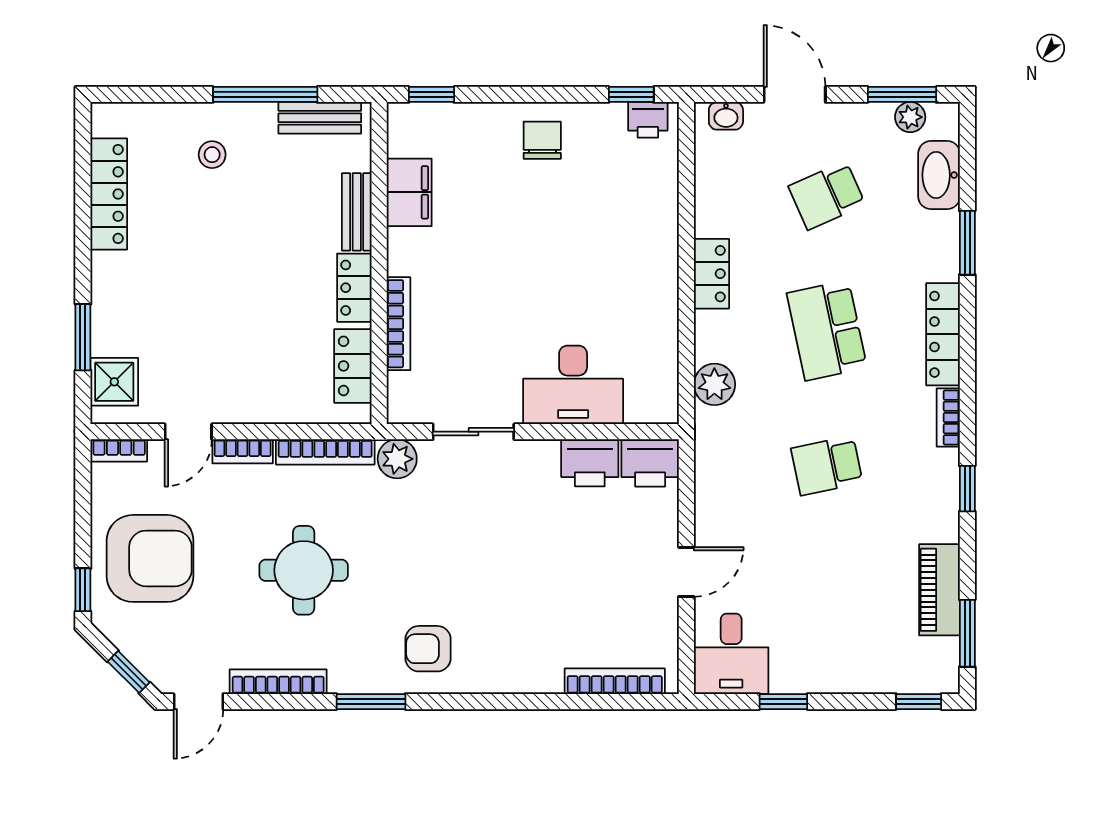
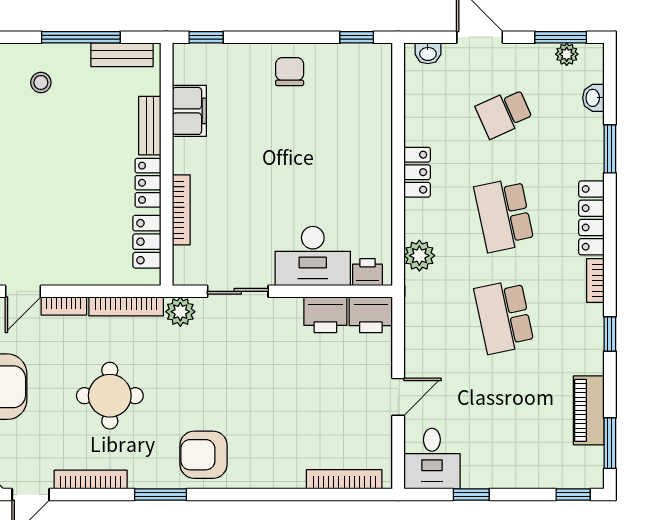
printer: (648, 120) -> (368, 272), moved, turned 180
washbasin: (939, 175) -> (593, 98), width x0.52, depth x0.69
school desk: (827, 466) -> (504, 317), width x1.85
armchair: (428, 649) -> (204, 455), width x1.38, depth x1.38

